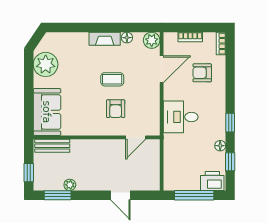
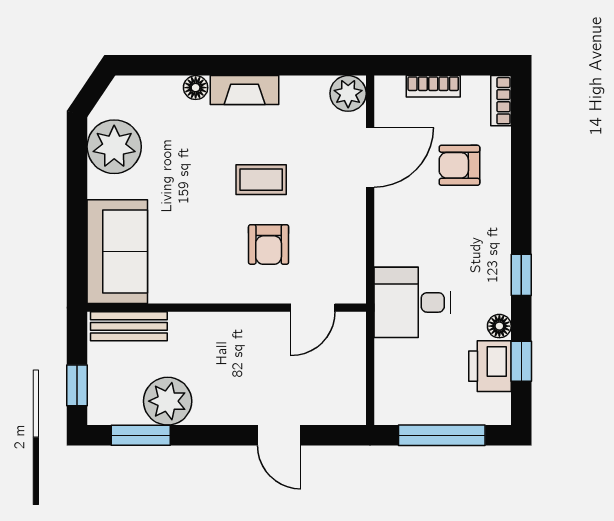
floor lamp: (127, 38) -> (196, 88), moved
desk: (181, 117) -> (412, 302), moved
printer: (212, 181) -> (490, 366), moved, turned -90
plant: (70, 185) -> (168, 401), width x1.88, depth x1.88

